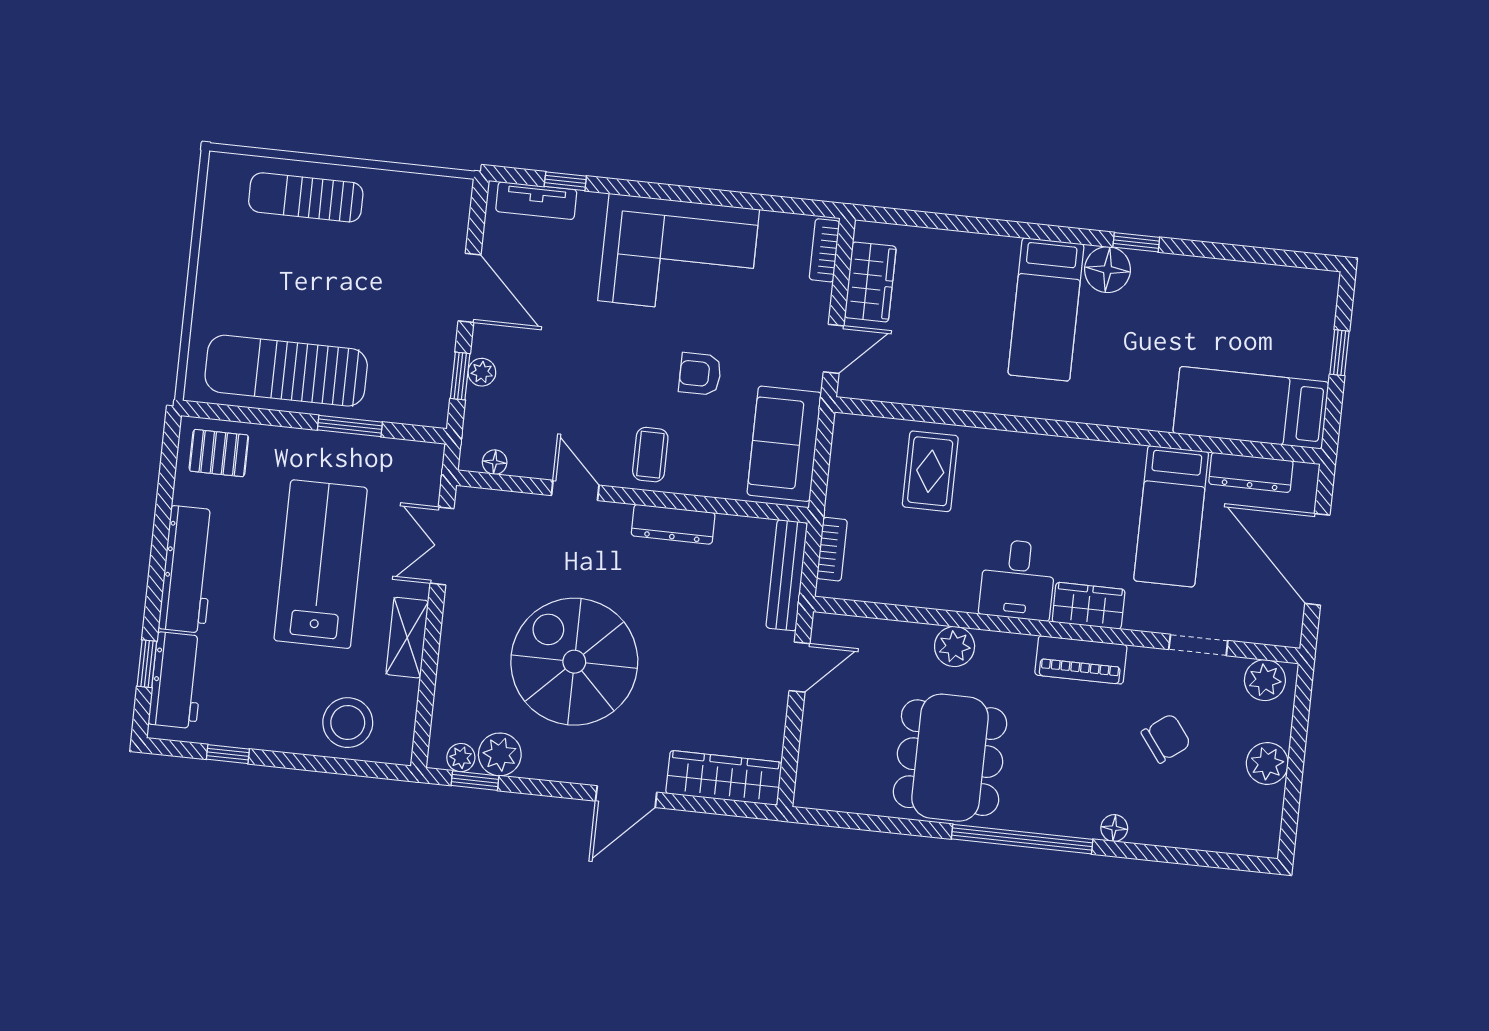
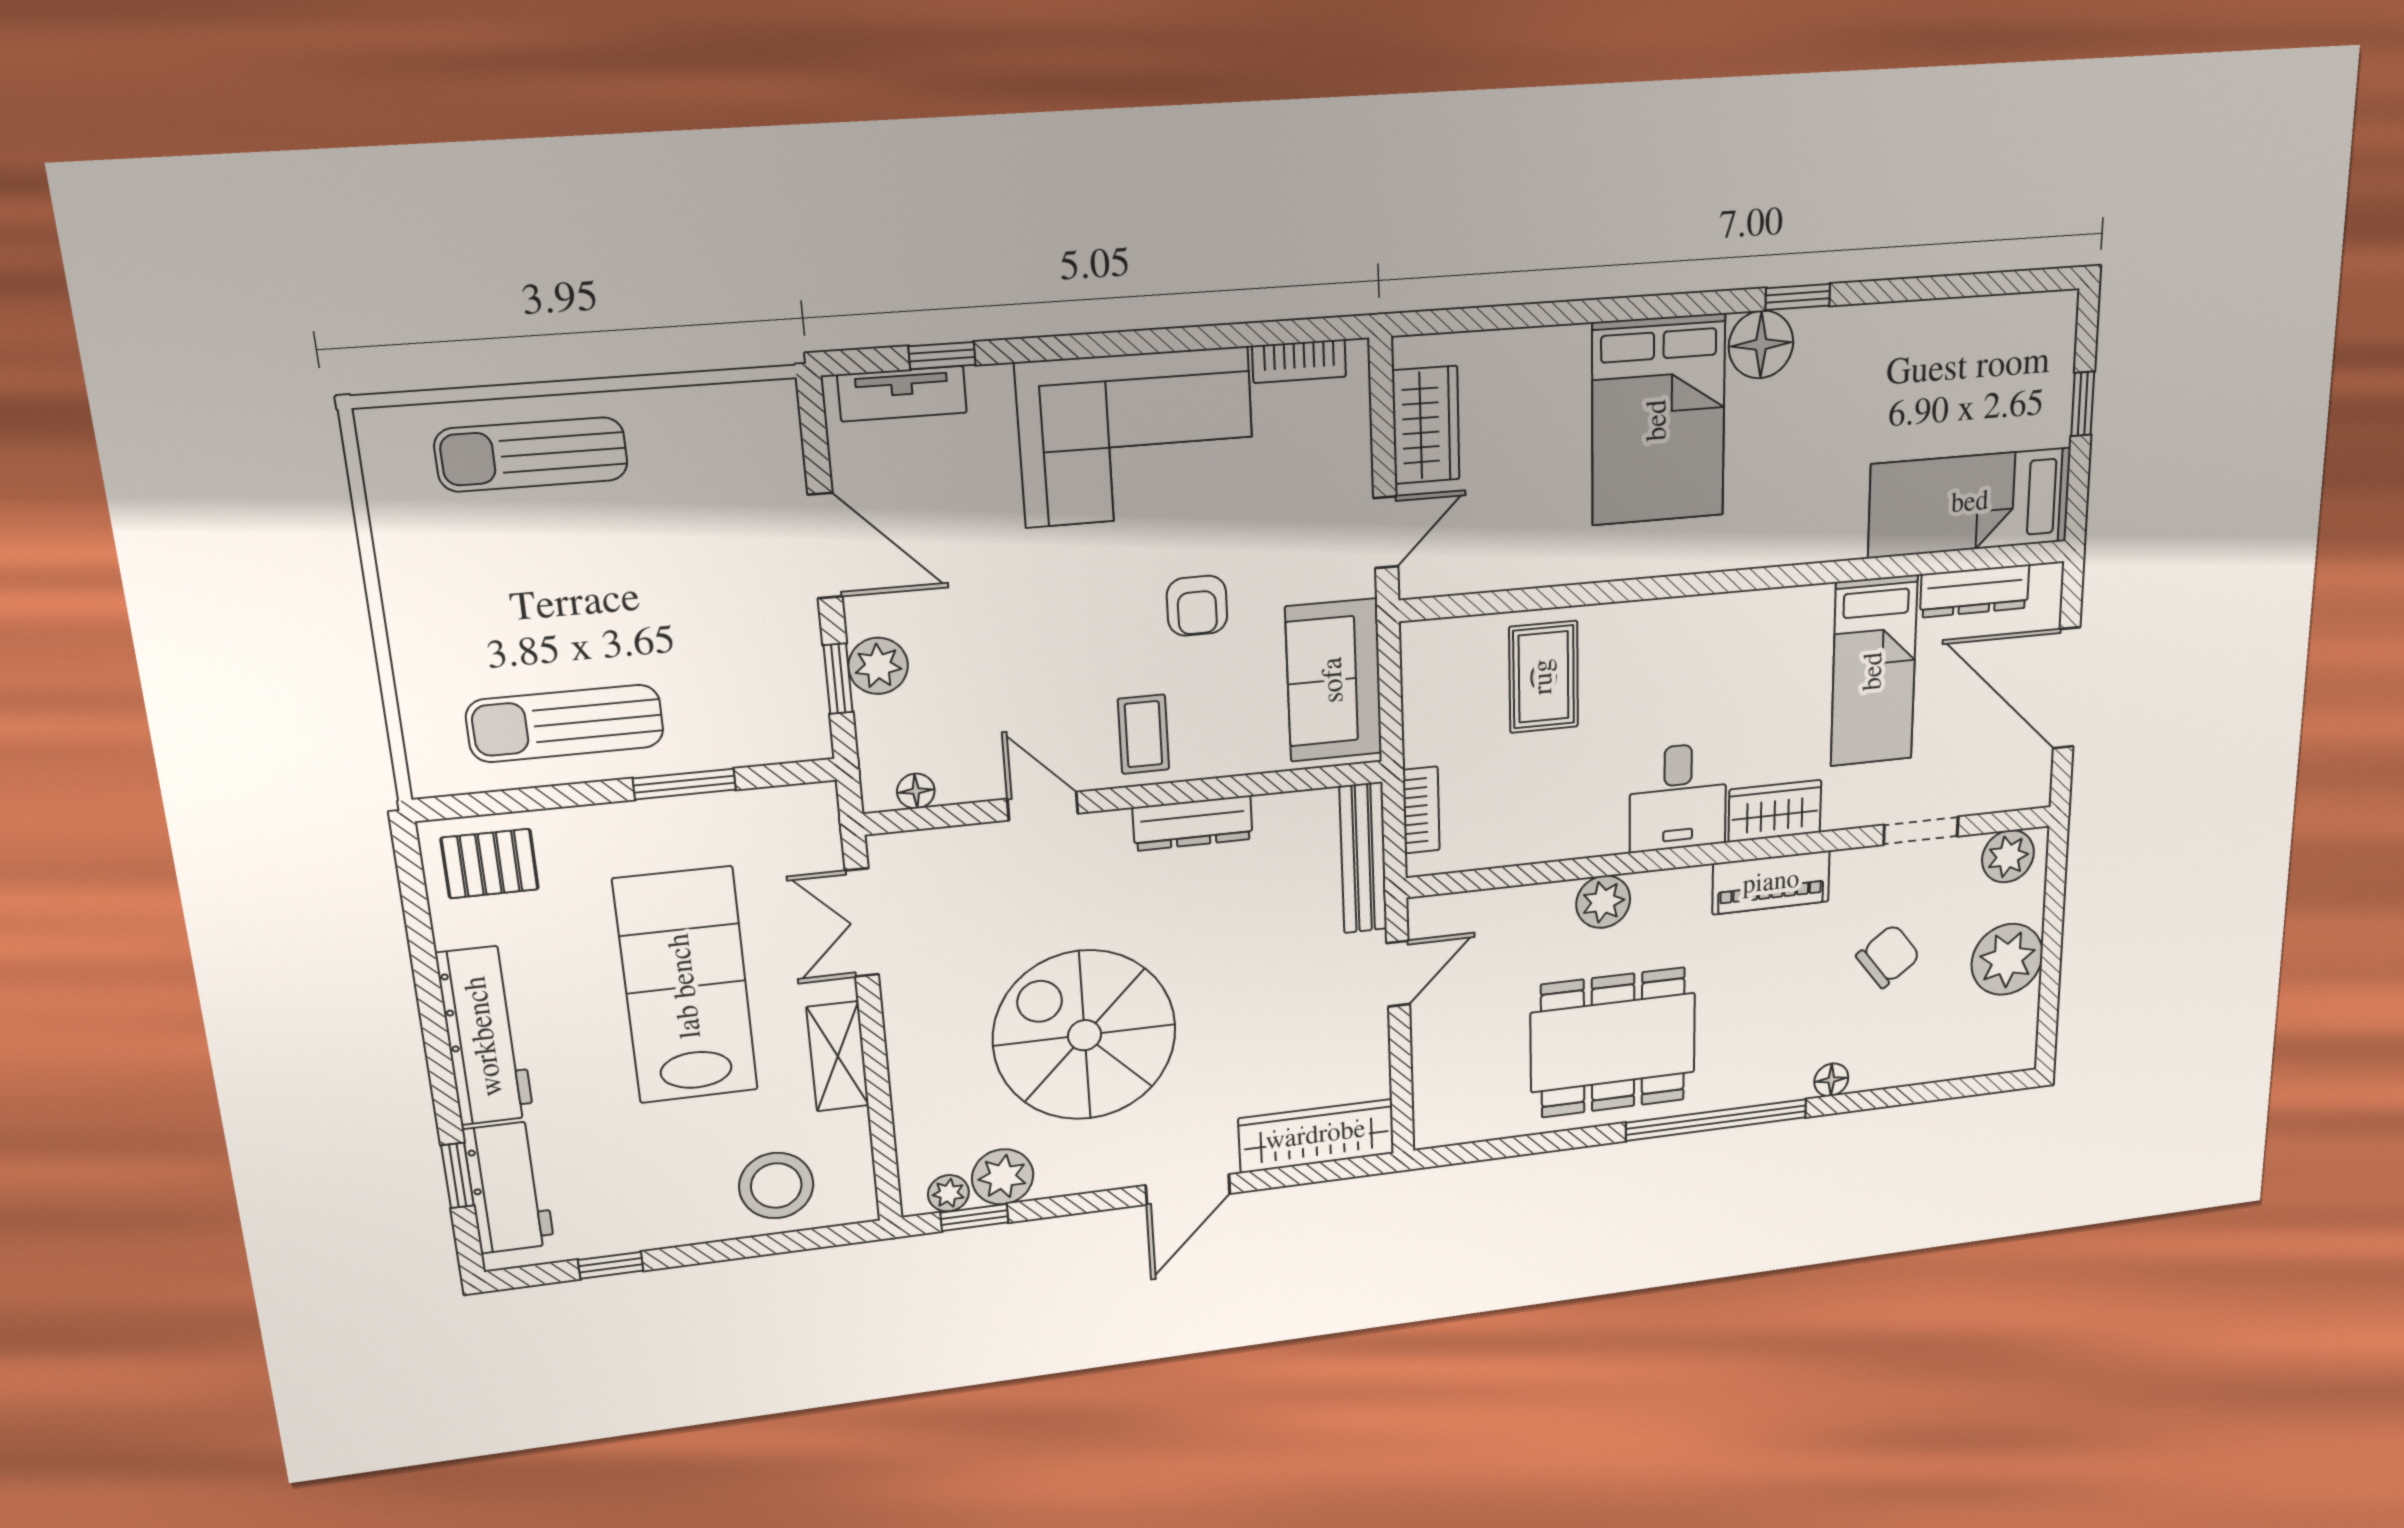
bookcase: (824, 250) -> (1299, 361), moved, turned -90
bed: (1046, 309) -> (1658, 420), width x1.50
sun lounger: (286, 371) -> (565, 723), width x0.73, depth x0.75
plant: (482, 372) -> (878, 666), width x1.38, depth x1.38
armchair: (700, 374) -> (1197, 606), turned -90
dining table: (950, 758) -> (1613, 1043), turned 90
plant: (1267, 763) -> (2007, 959), width x1.36, depth x1.36

